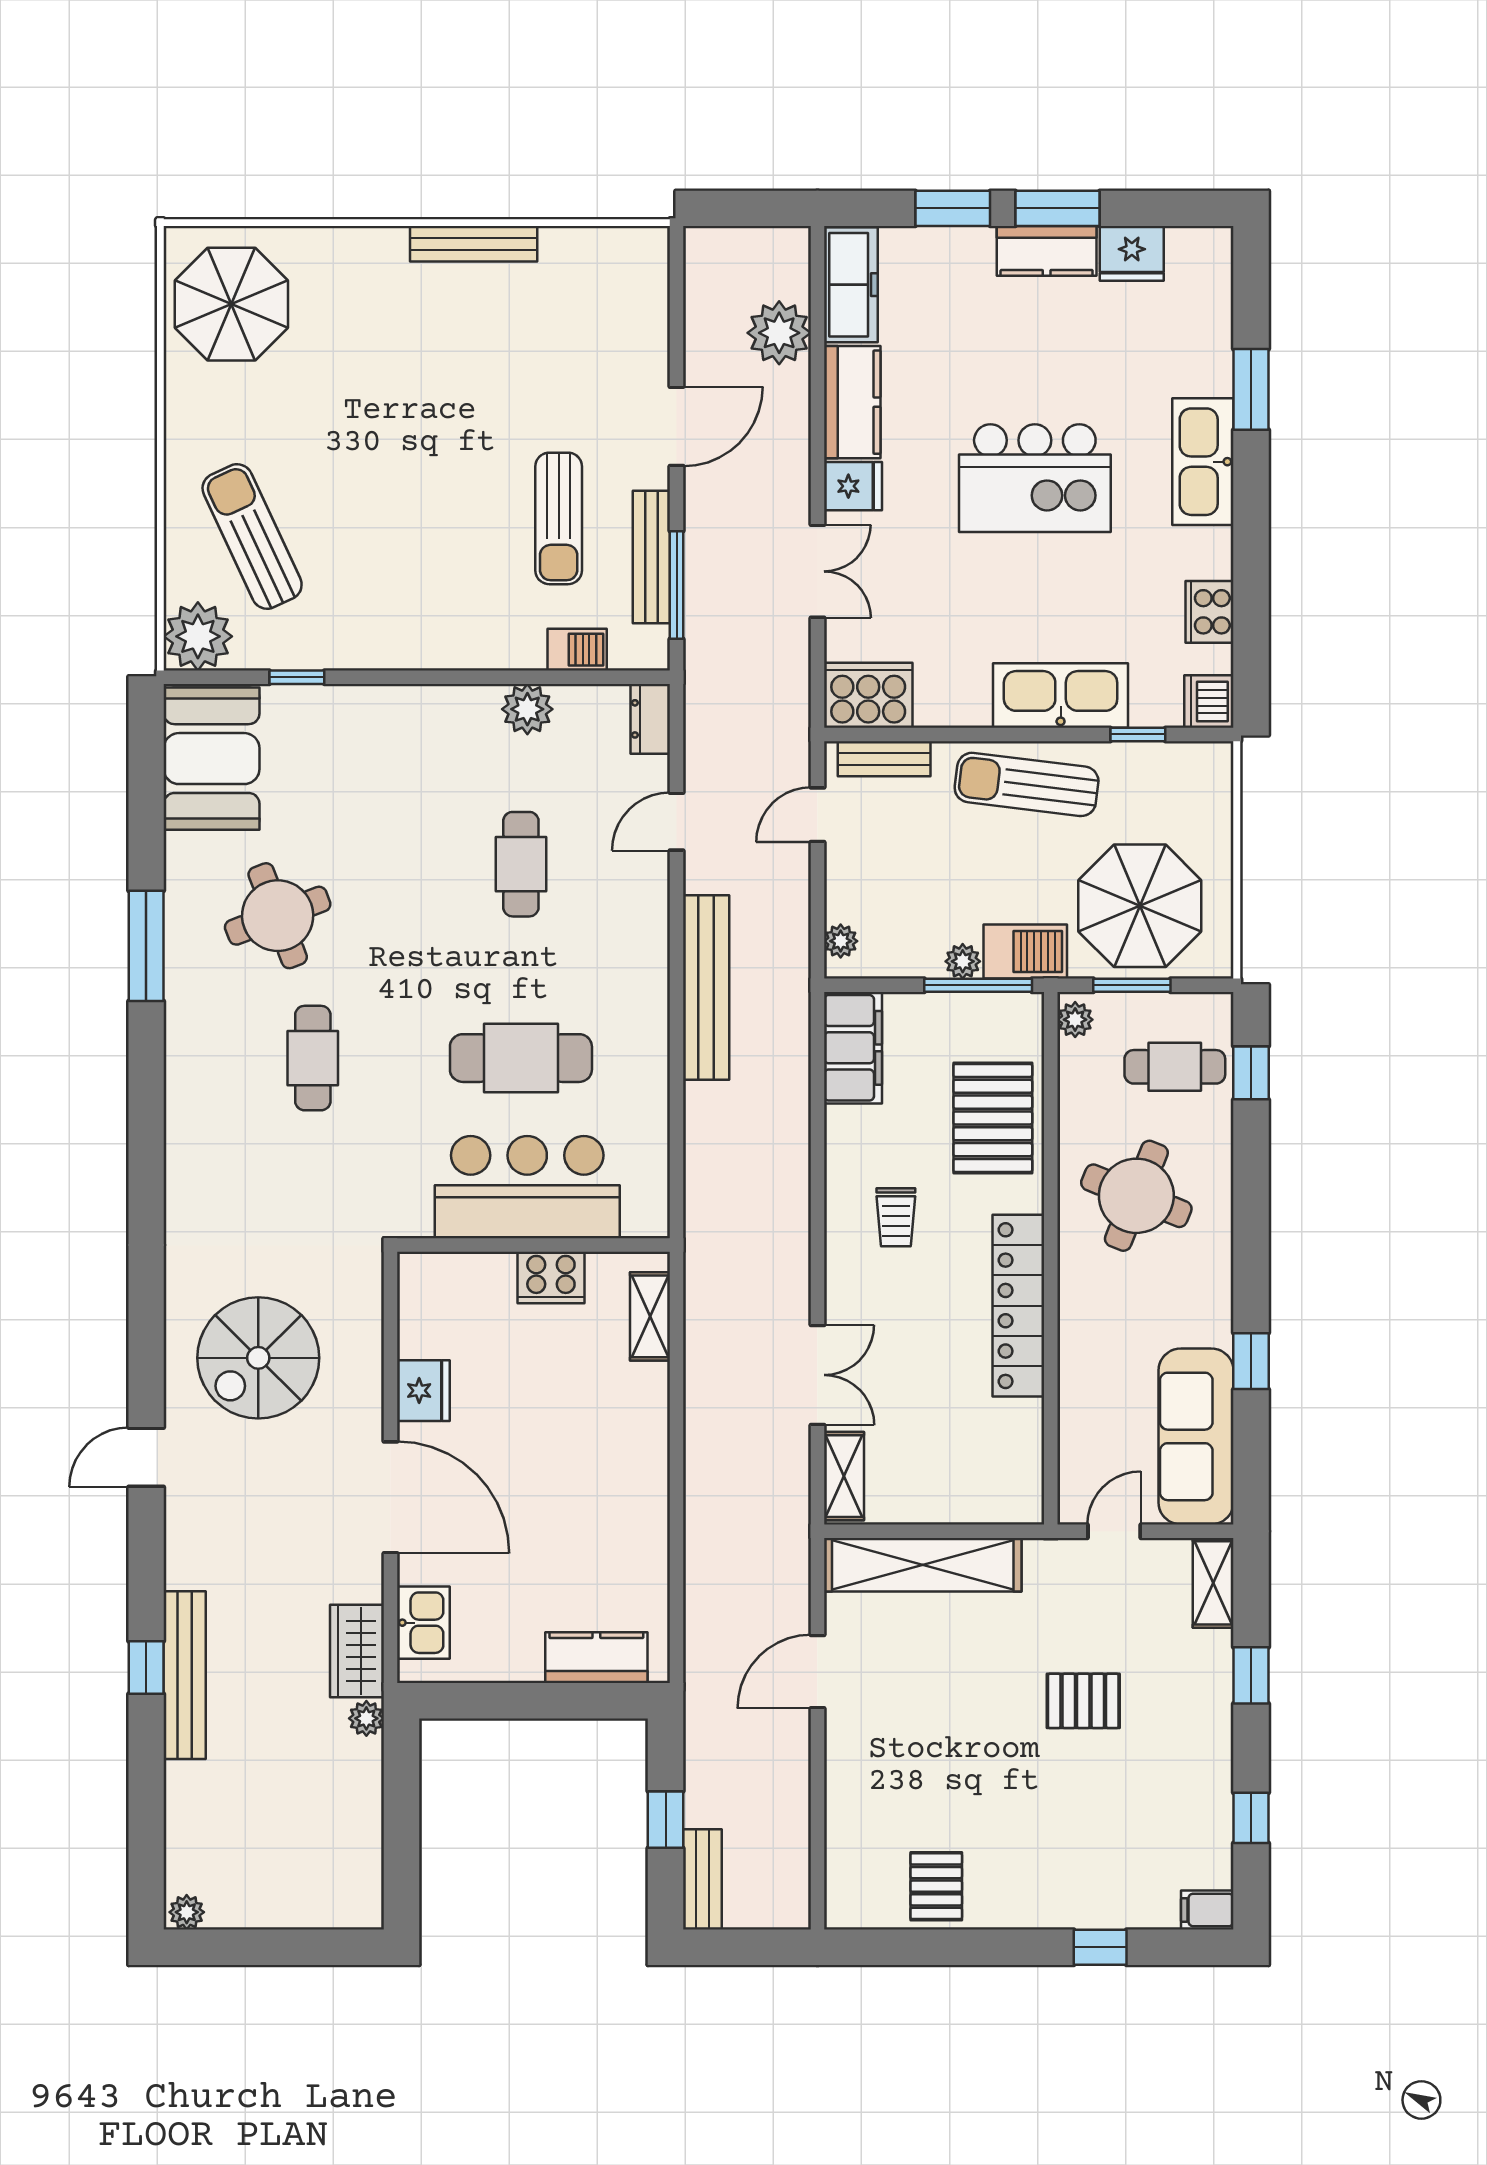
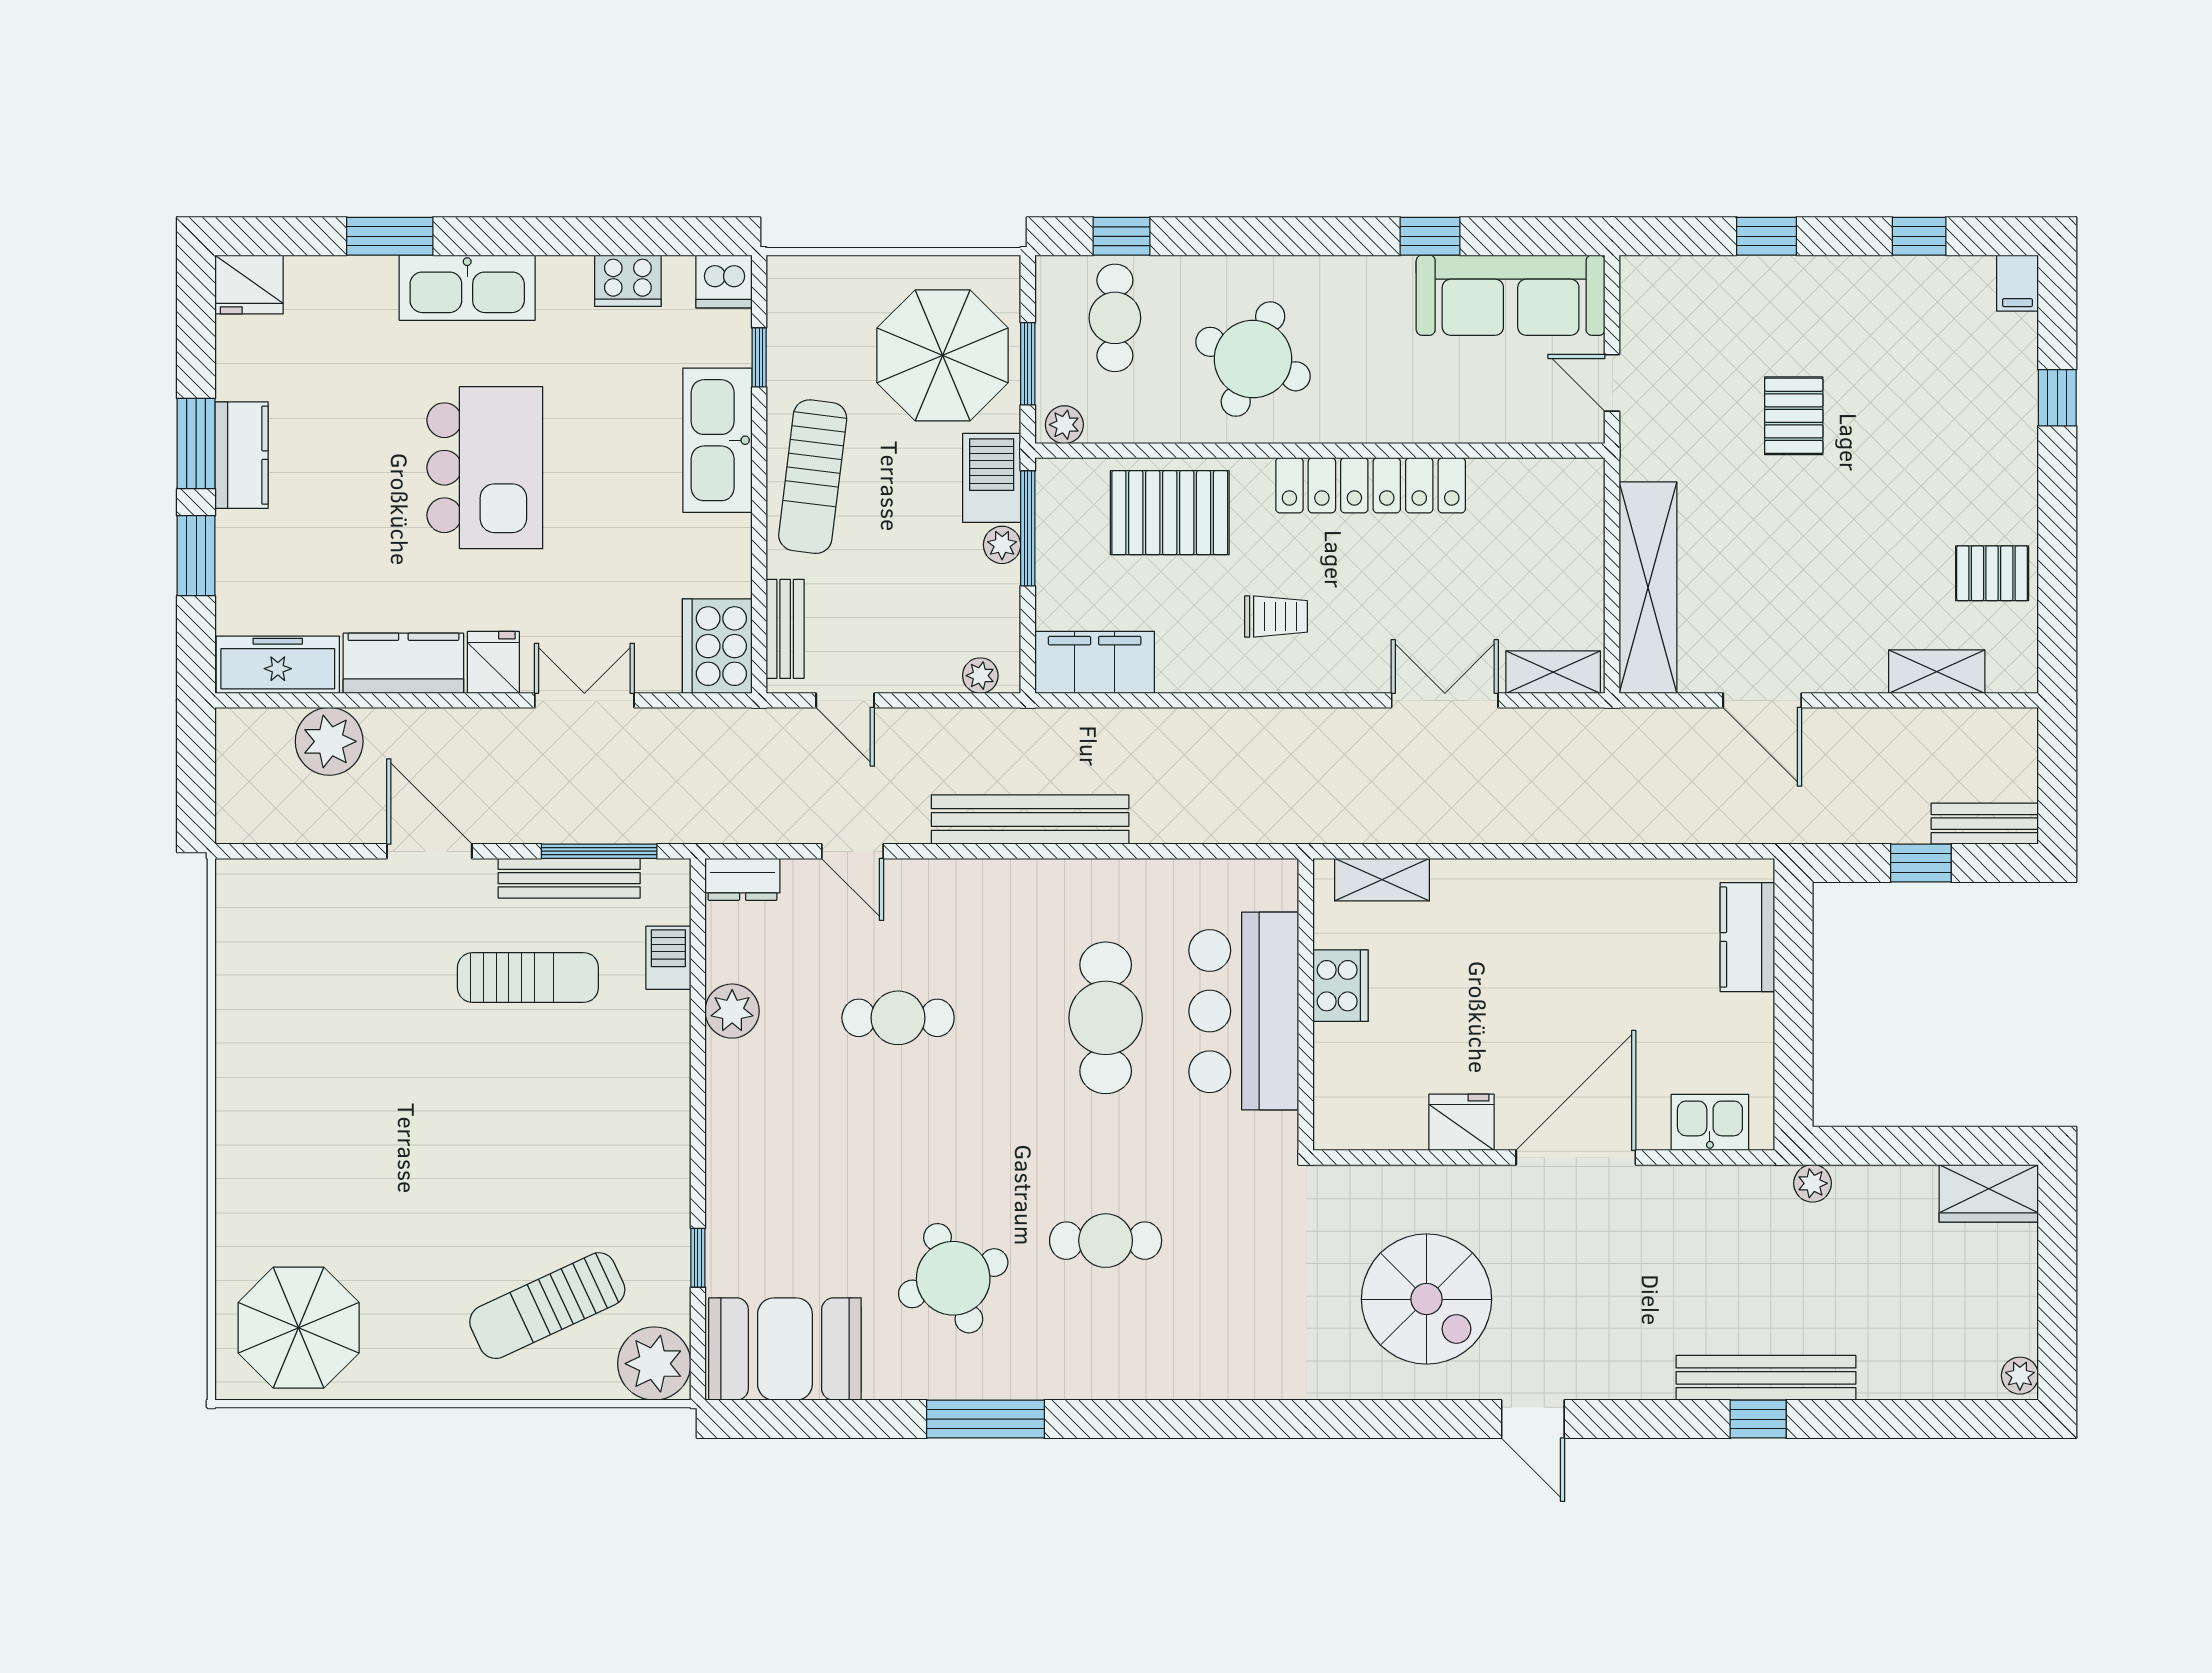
bench: (474, 244) -> (234, 1068), removed
fridge: (1132, 253) -> (249, 285), moved, turned 90
shelving: (1213, 1583) -> (1937, 672), moved
wardrobe: (357, 1651) -> (1989, 1193), moved

